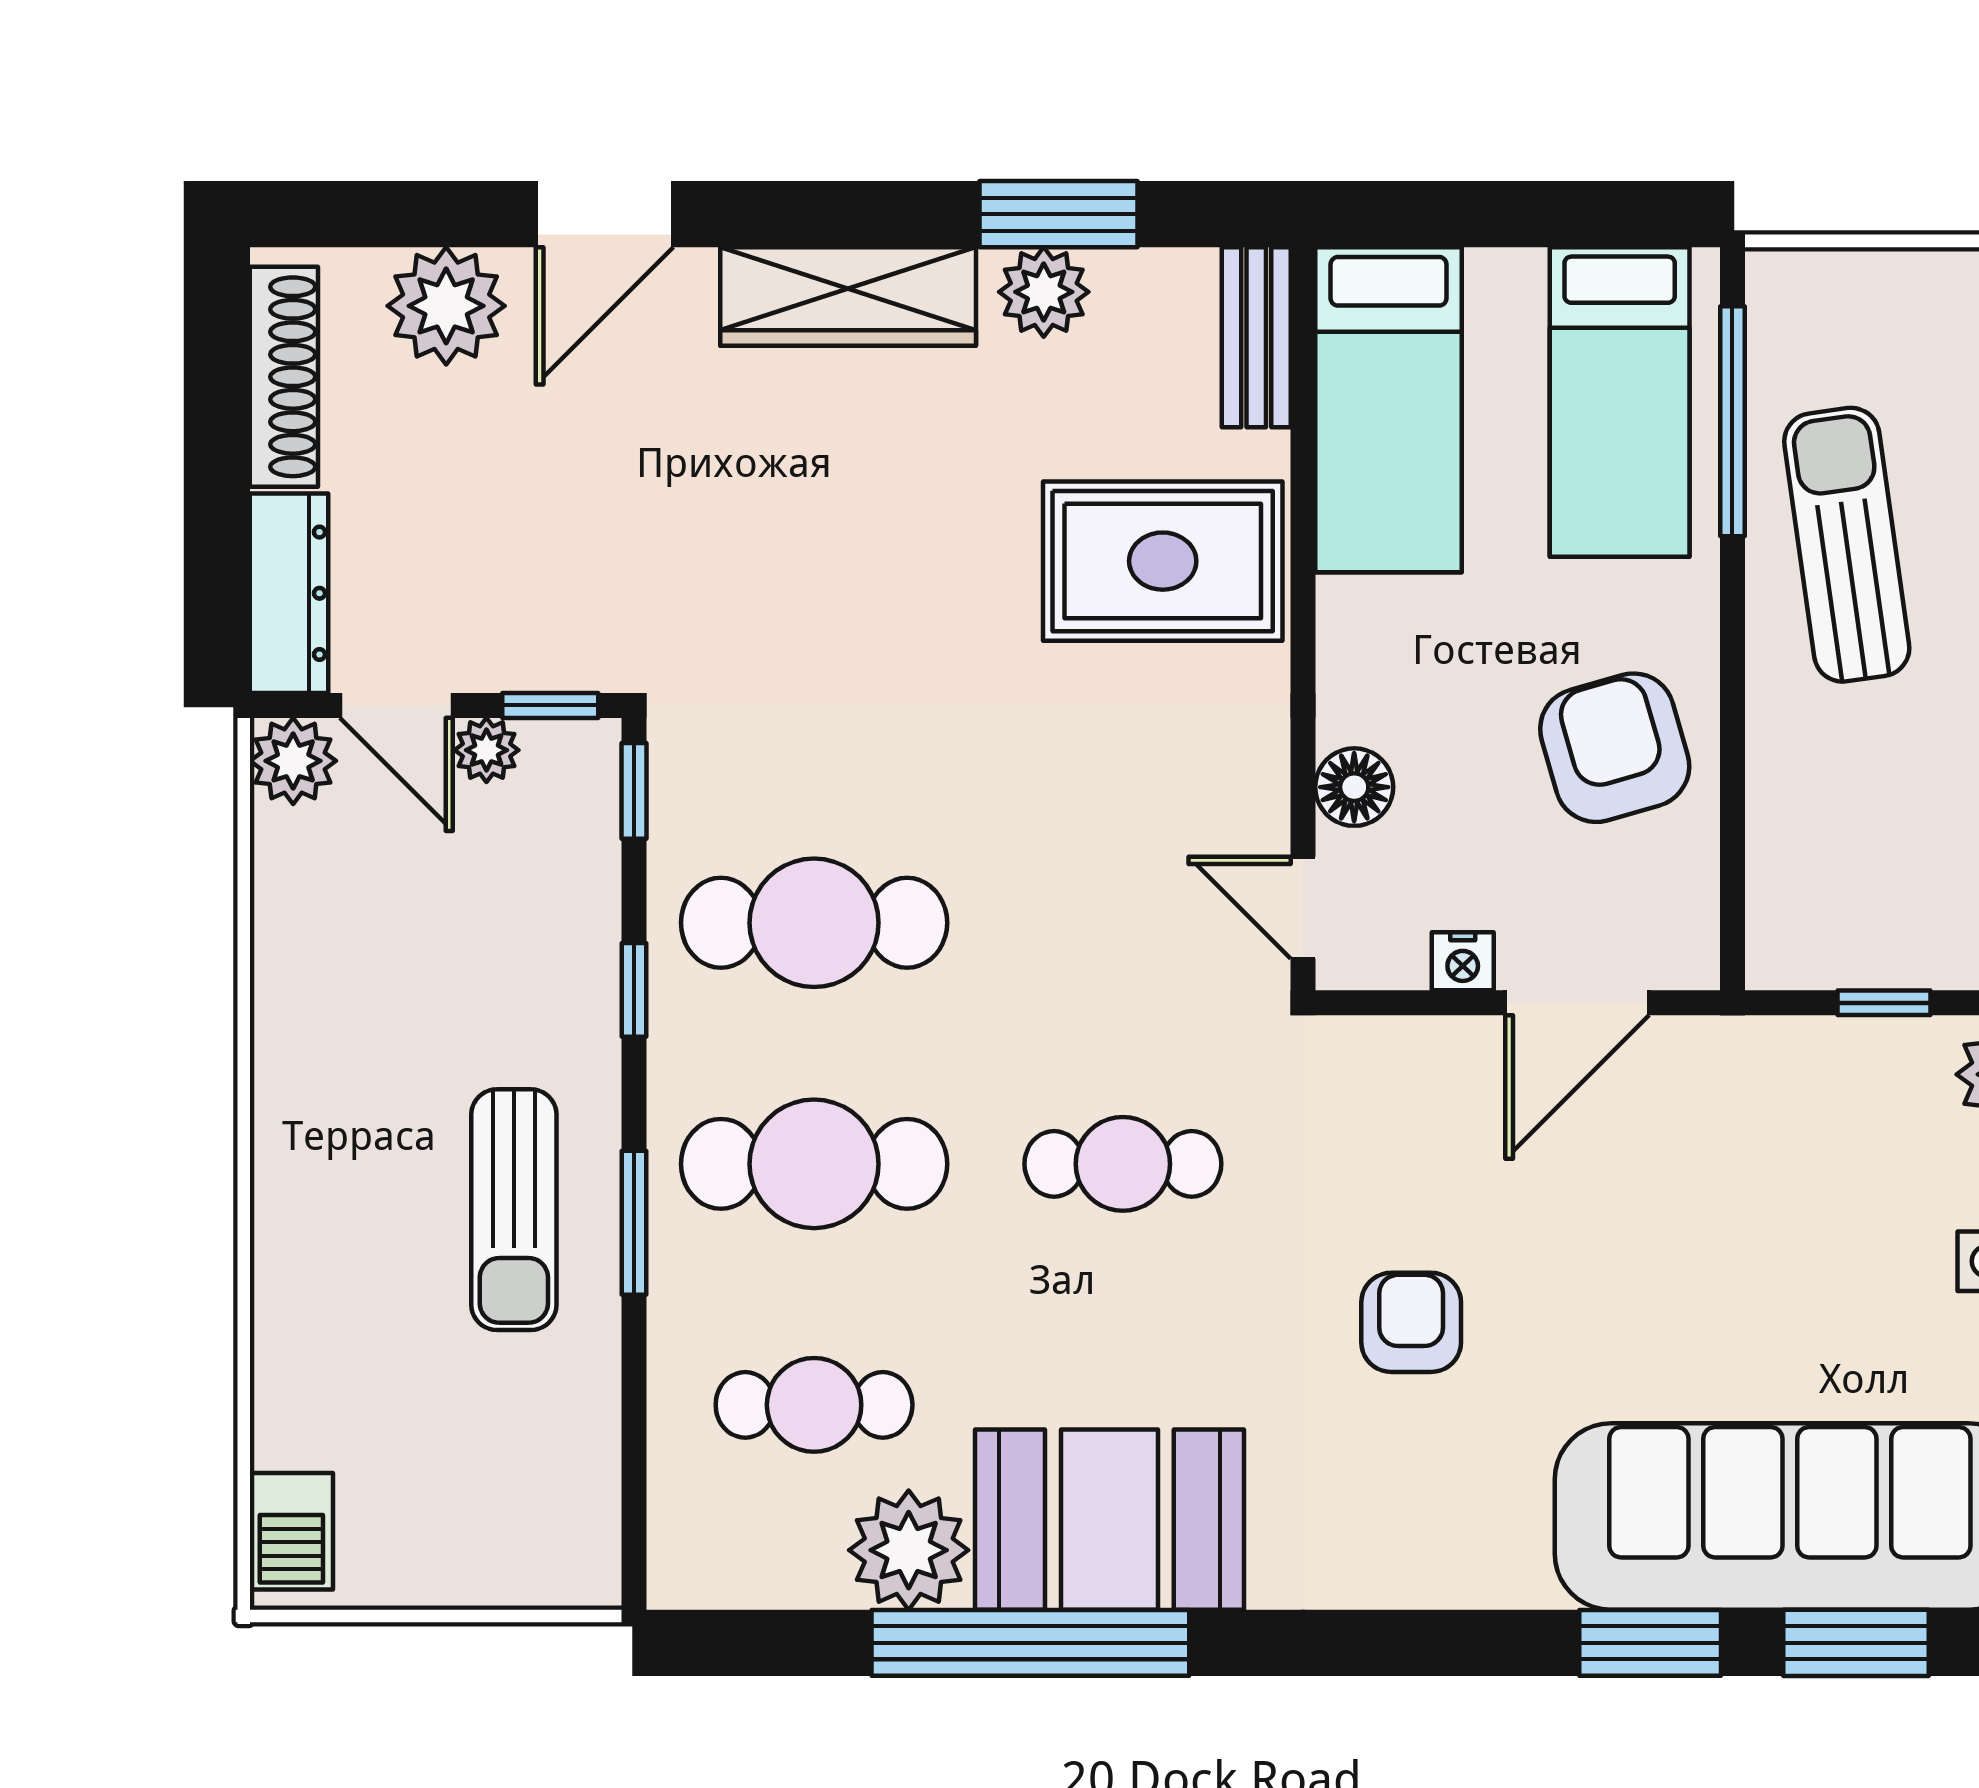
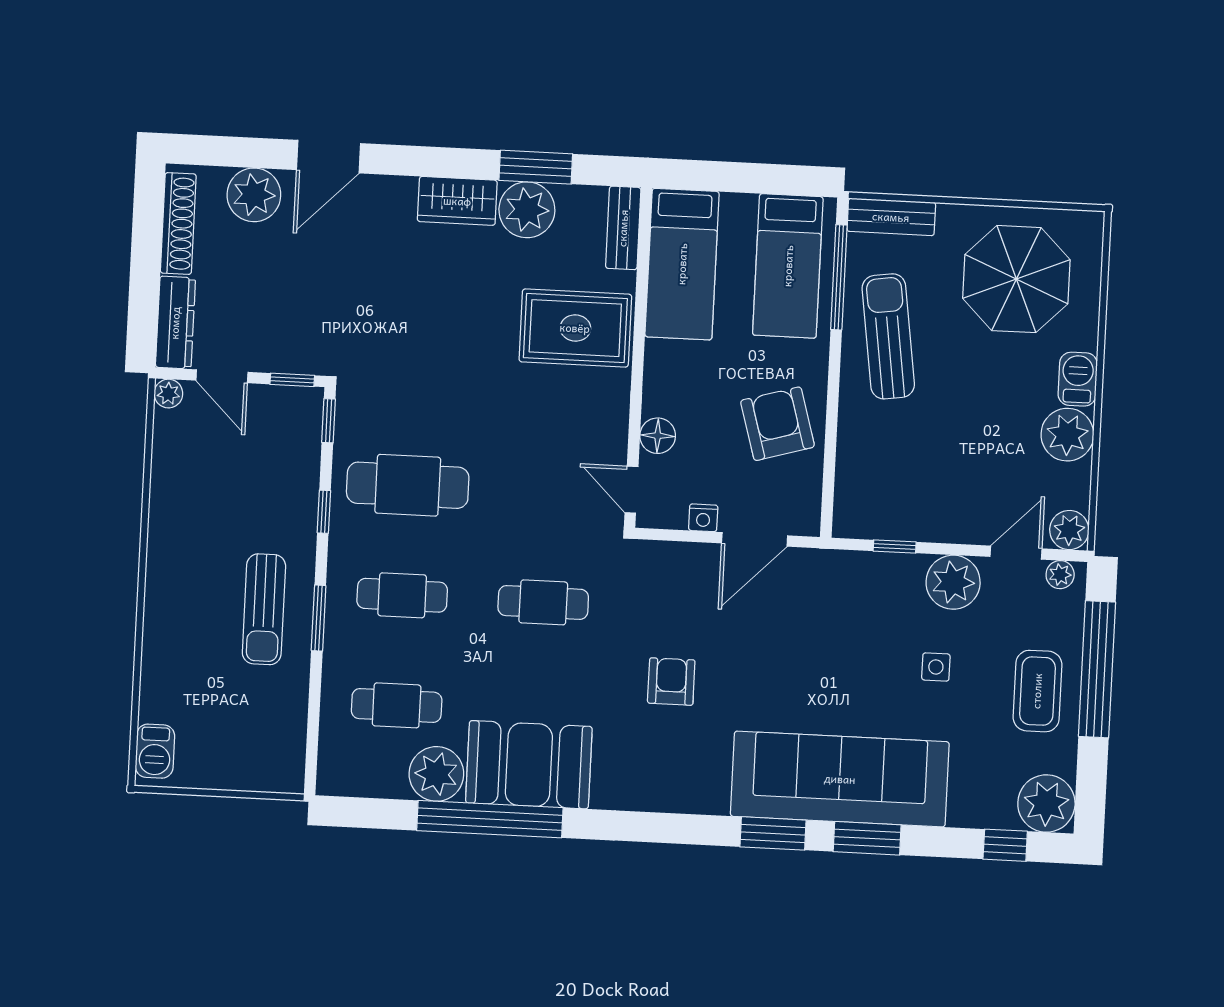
bench: (1840, 284) -> (891, 217), added
plant: (1044, 292) -> (527, 210), width x1.36, depth x1.36
wardrobe: (848, 297) -> (457, 201), width x0.67
plant: (486, 750) -> (262, 399), removed
plant: (293, 761) -> (168, 394), width x0.73, depth x0.73
cafe table: (814, 1164) -> (402, 595), width x0.73, depth x0.74

